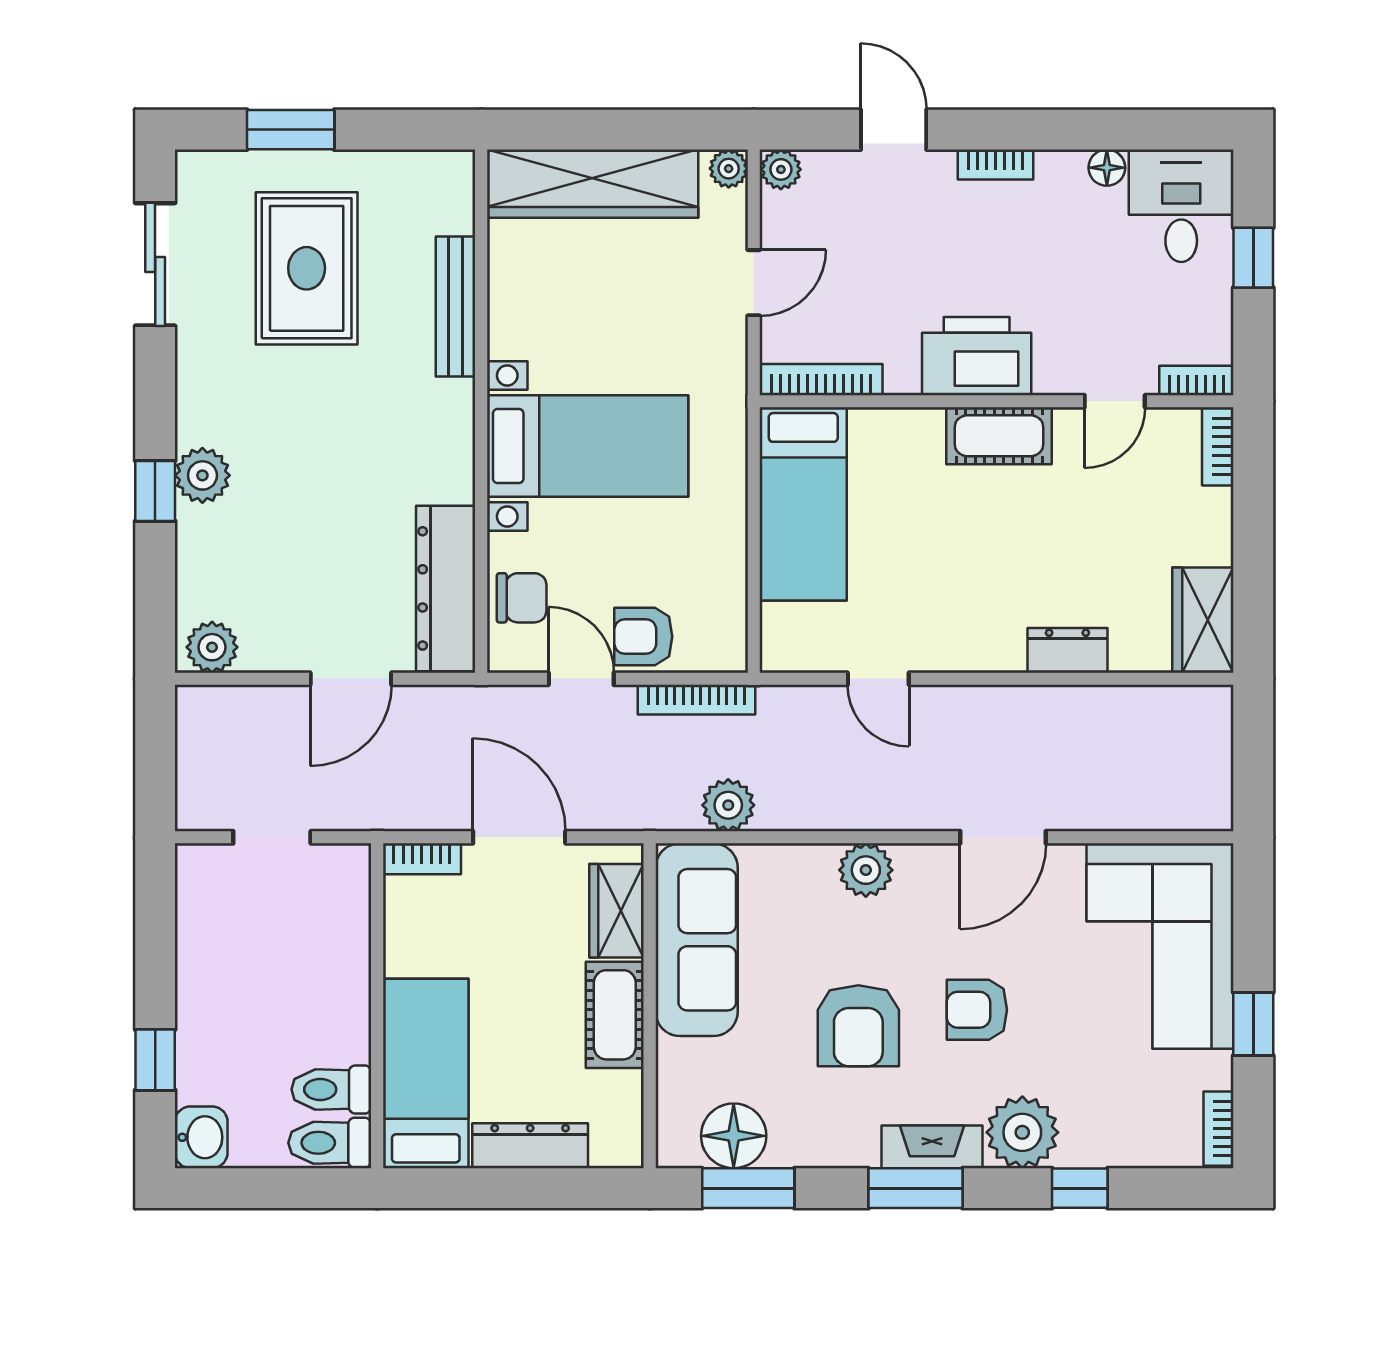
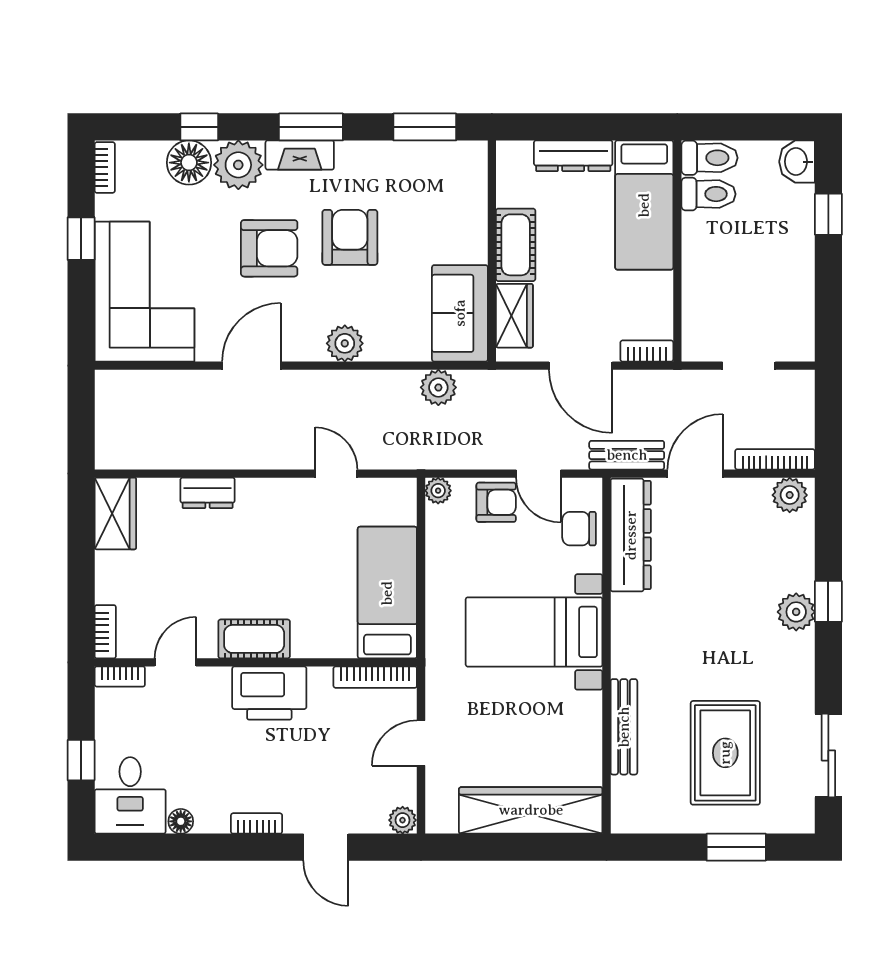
plant: (729, 169) -> (438, 491), moved
bookcase: (697, 700) -> (775, 459), moved
bench: (451, 706) -> (627, 455), added
sofa: (697, 940) -> (460, 313), width x0.73
armchair: (977, 1010) -> (269, 248), width x1.38, depth x1.38
floor lamp: (734, 1136) -> (189, 163), moved

